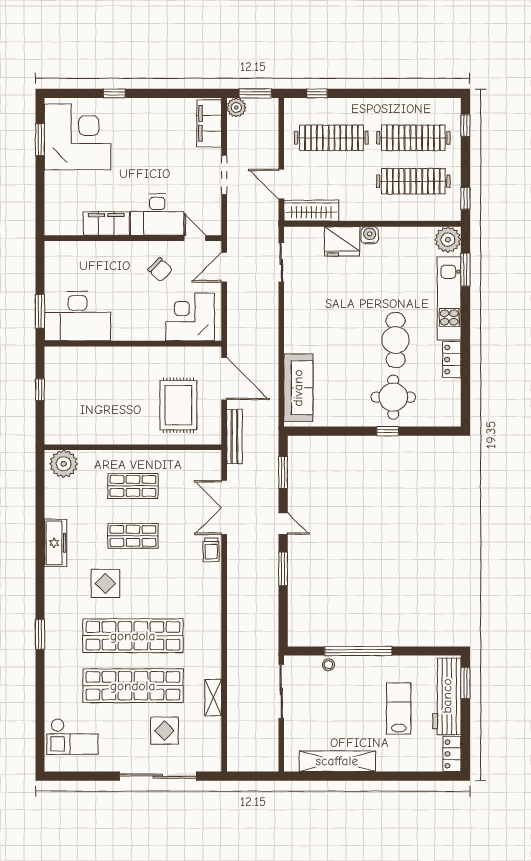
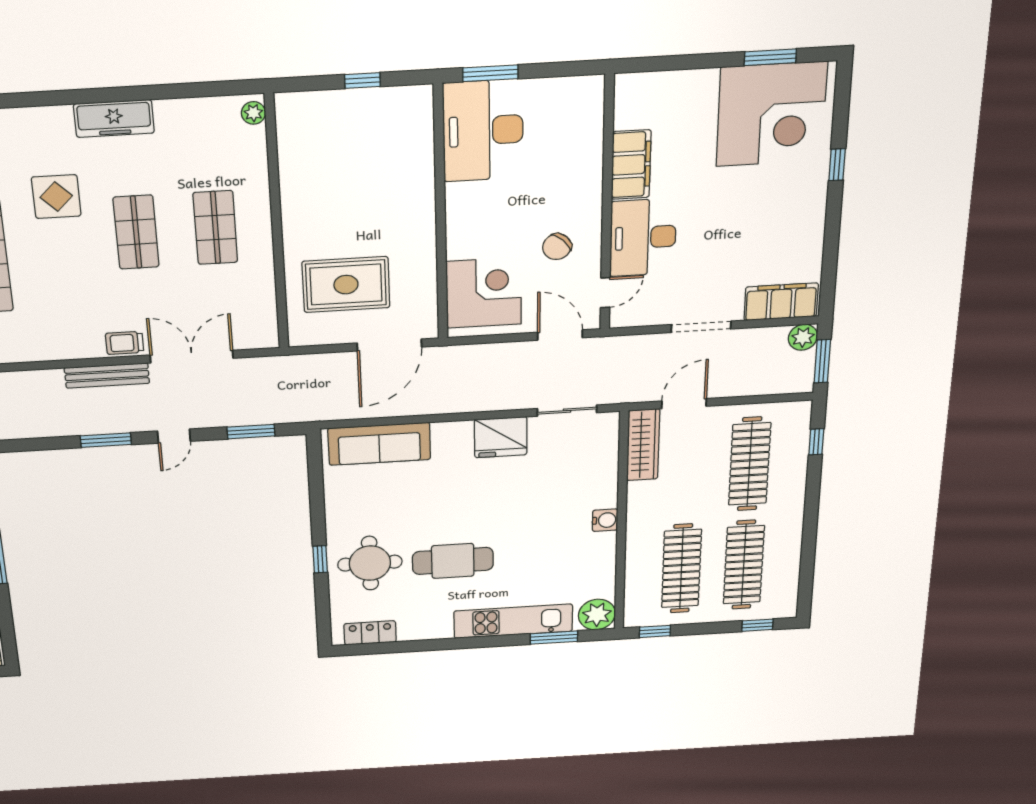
fridge: (342, 241) -> (501, 437), moved, turned -90
locker: (452, 359) -> (370, 633), moved
bench: (234, 437) -> (107, 375), moved
plant: (64, 464) -> (253, 113), width x0.53, depth x0.53

